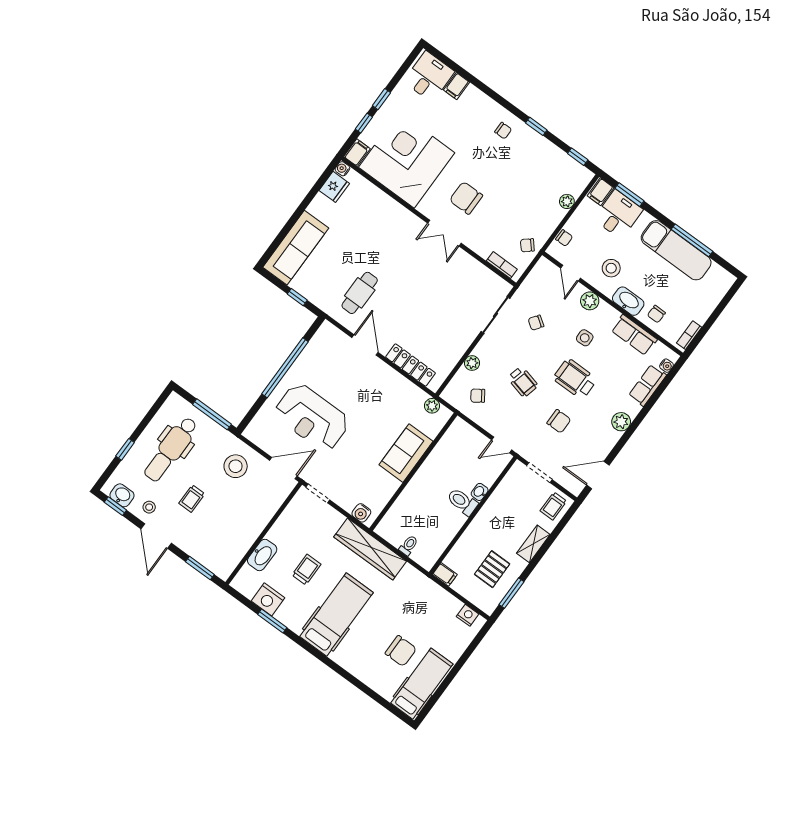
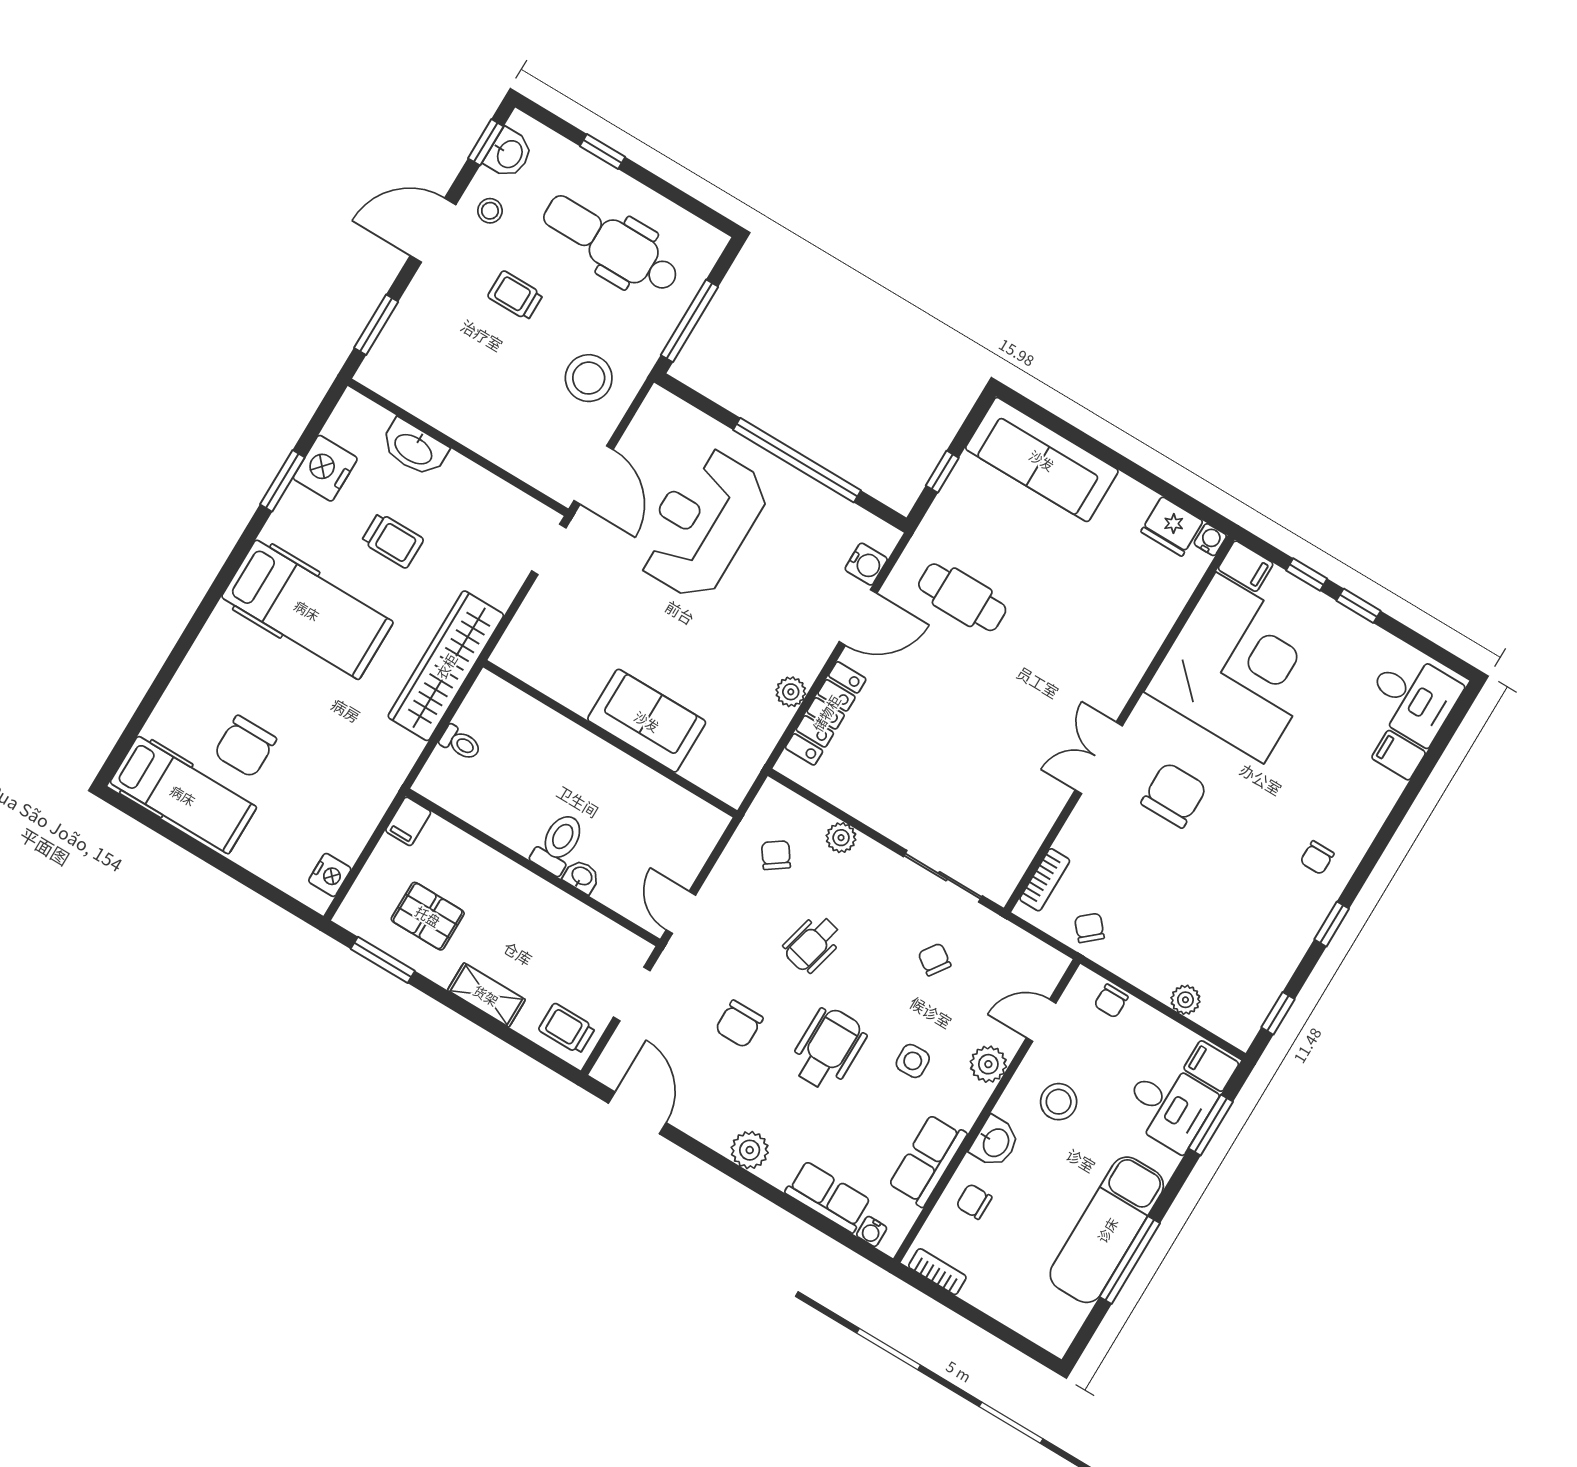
washbasin: (628, 301) -> (995, 1142), width x0.72
plant: (432, 406) -> (791, 692), moved
water cooler: (361, 513) -> (866, 564), moved, turned 180

